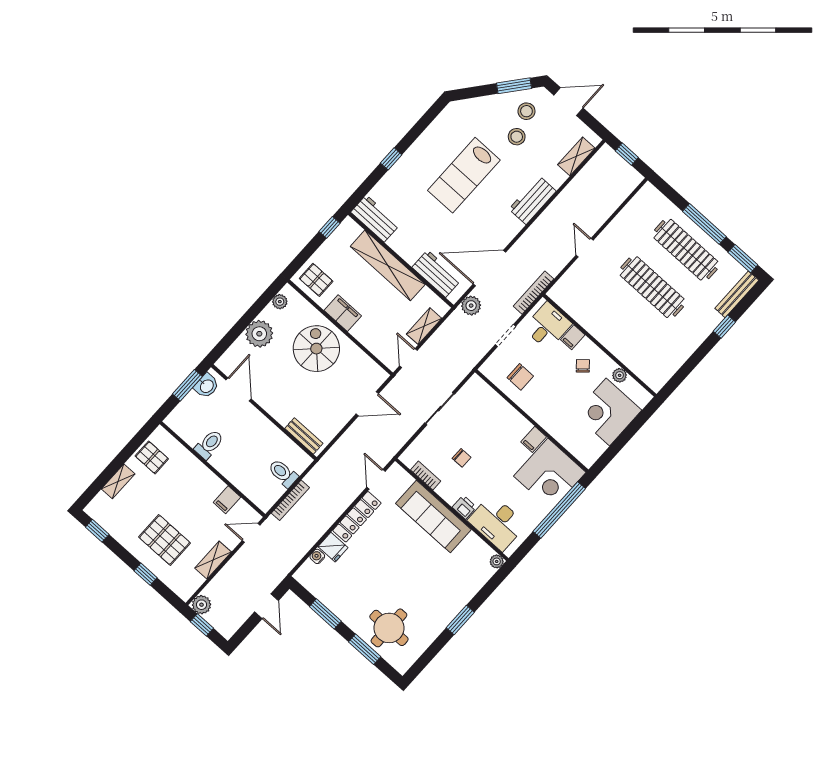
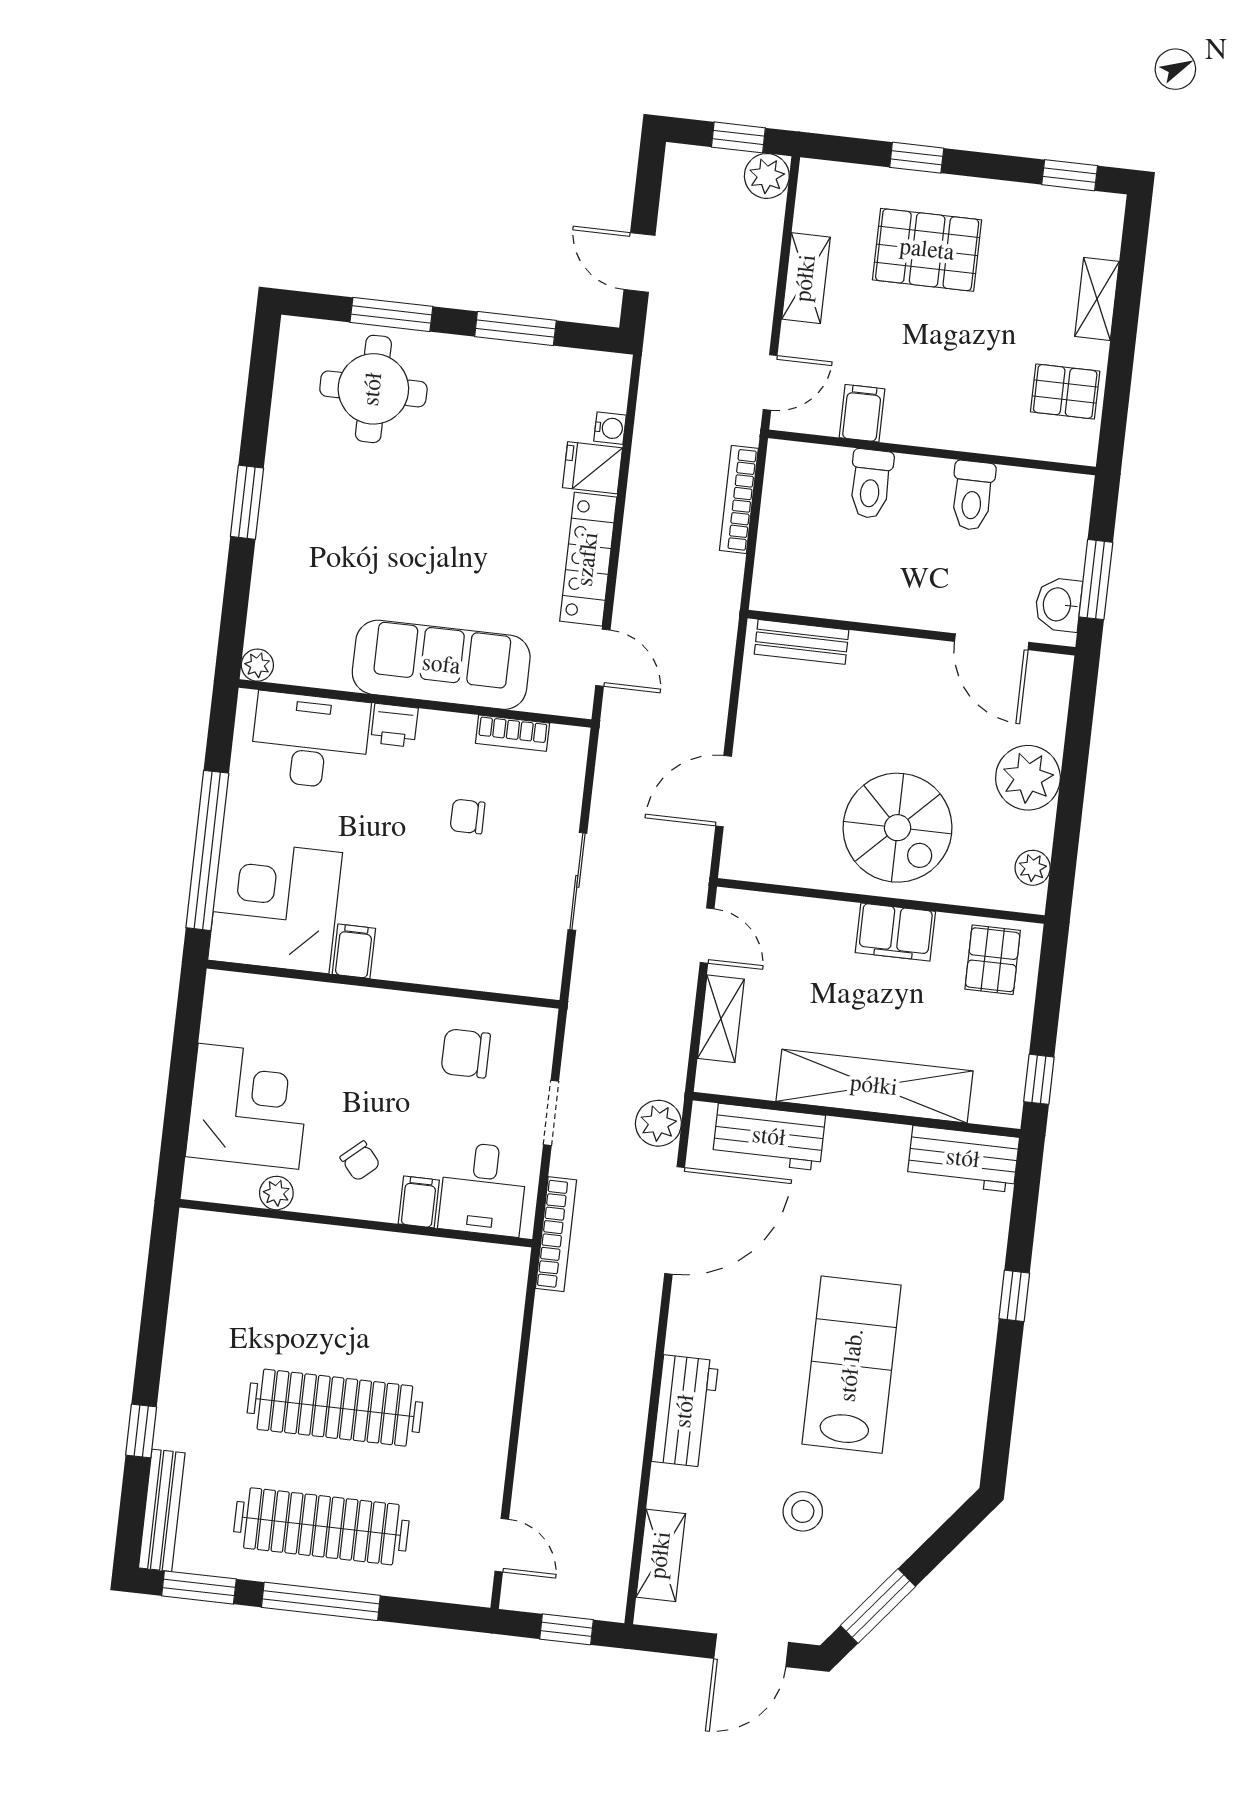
stool: (526, 111) -> (819, 1574), removed
door: (585, 248) -> (502, 1545), moved
pallet: (316, 280) -> (993, 960), turned 90
toilet: (283, 473) -> (871, 484), moved, turned 90

